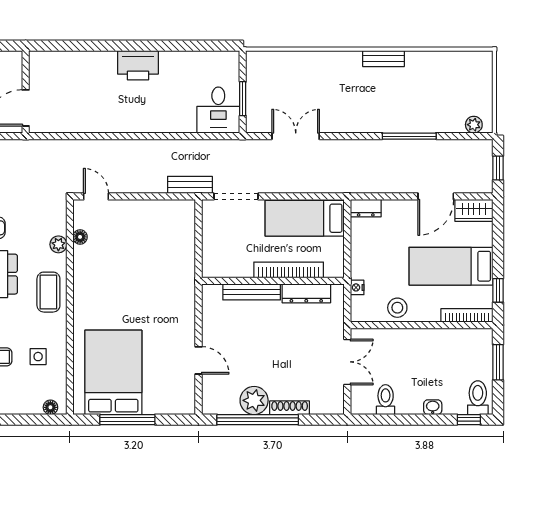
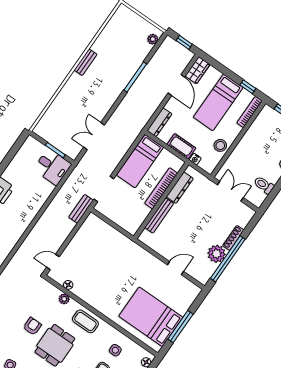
dresser: (366, 208) -> (159, 122), width x1.44
cot: (361, 258) -> (181, 146), added

